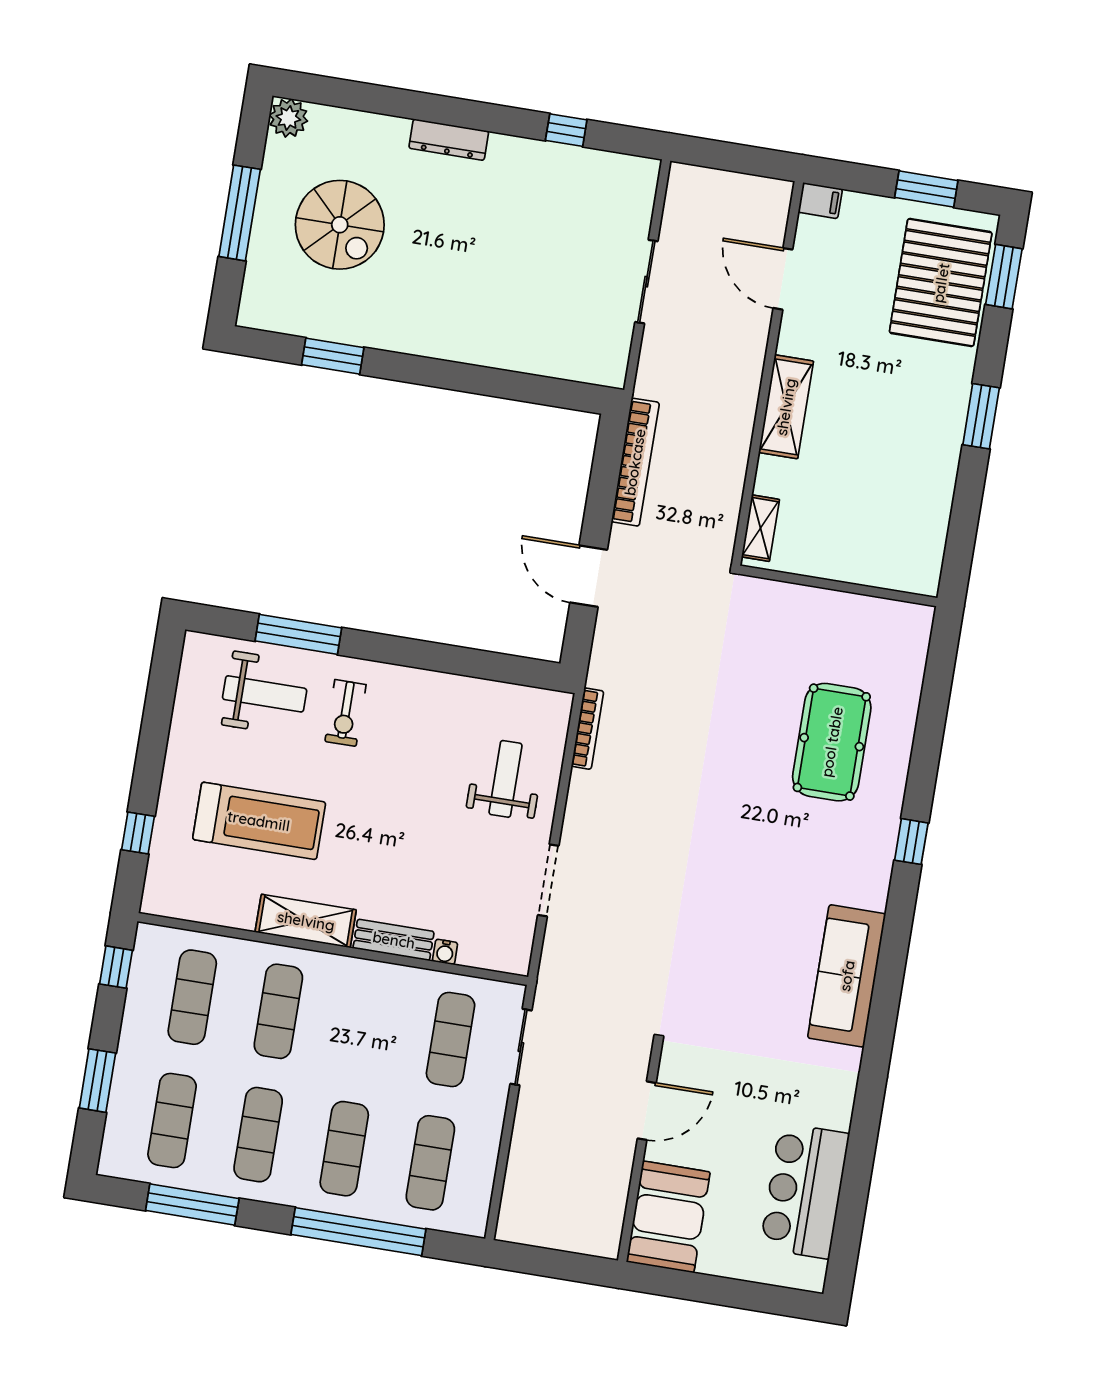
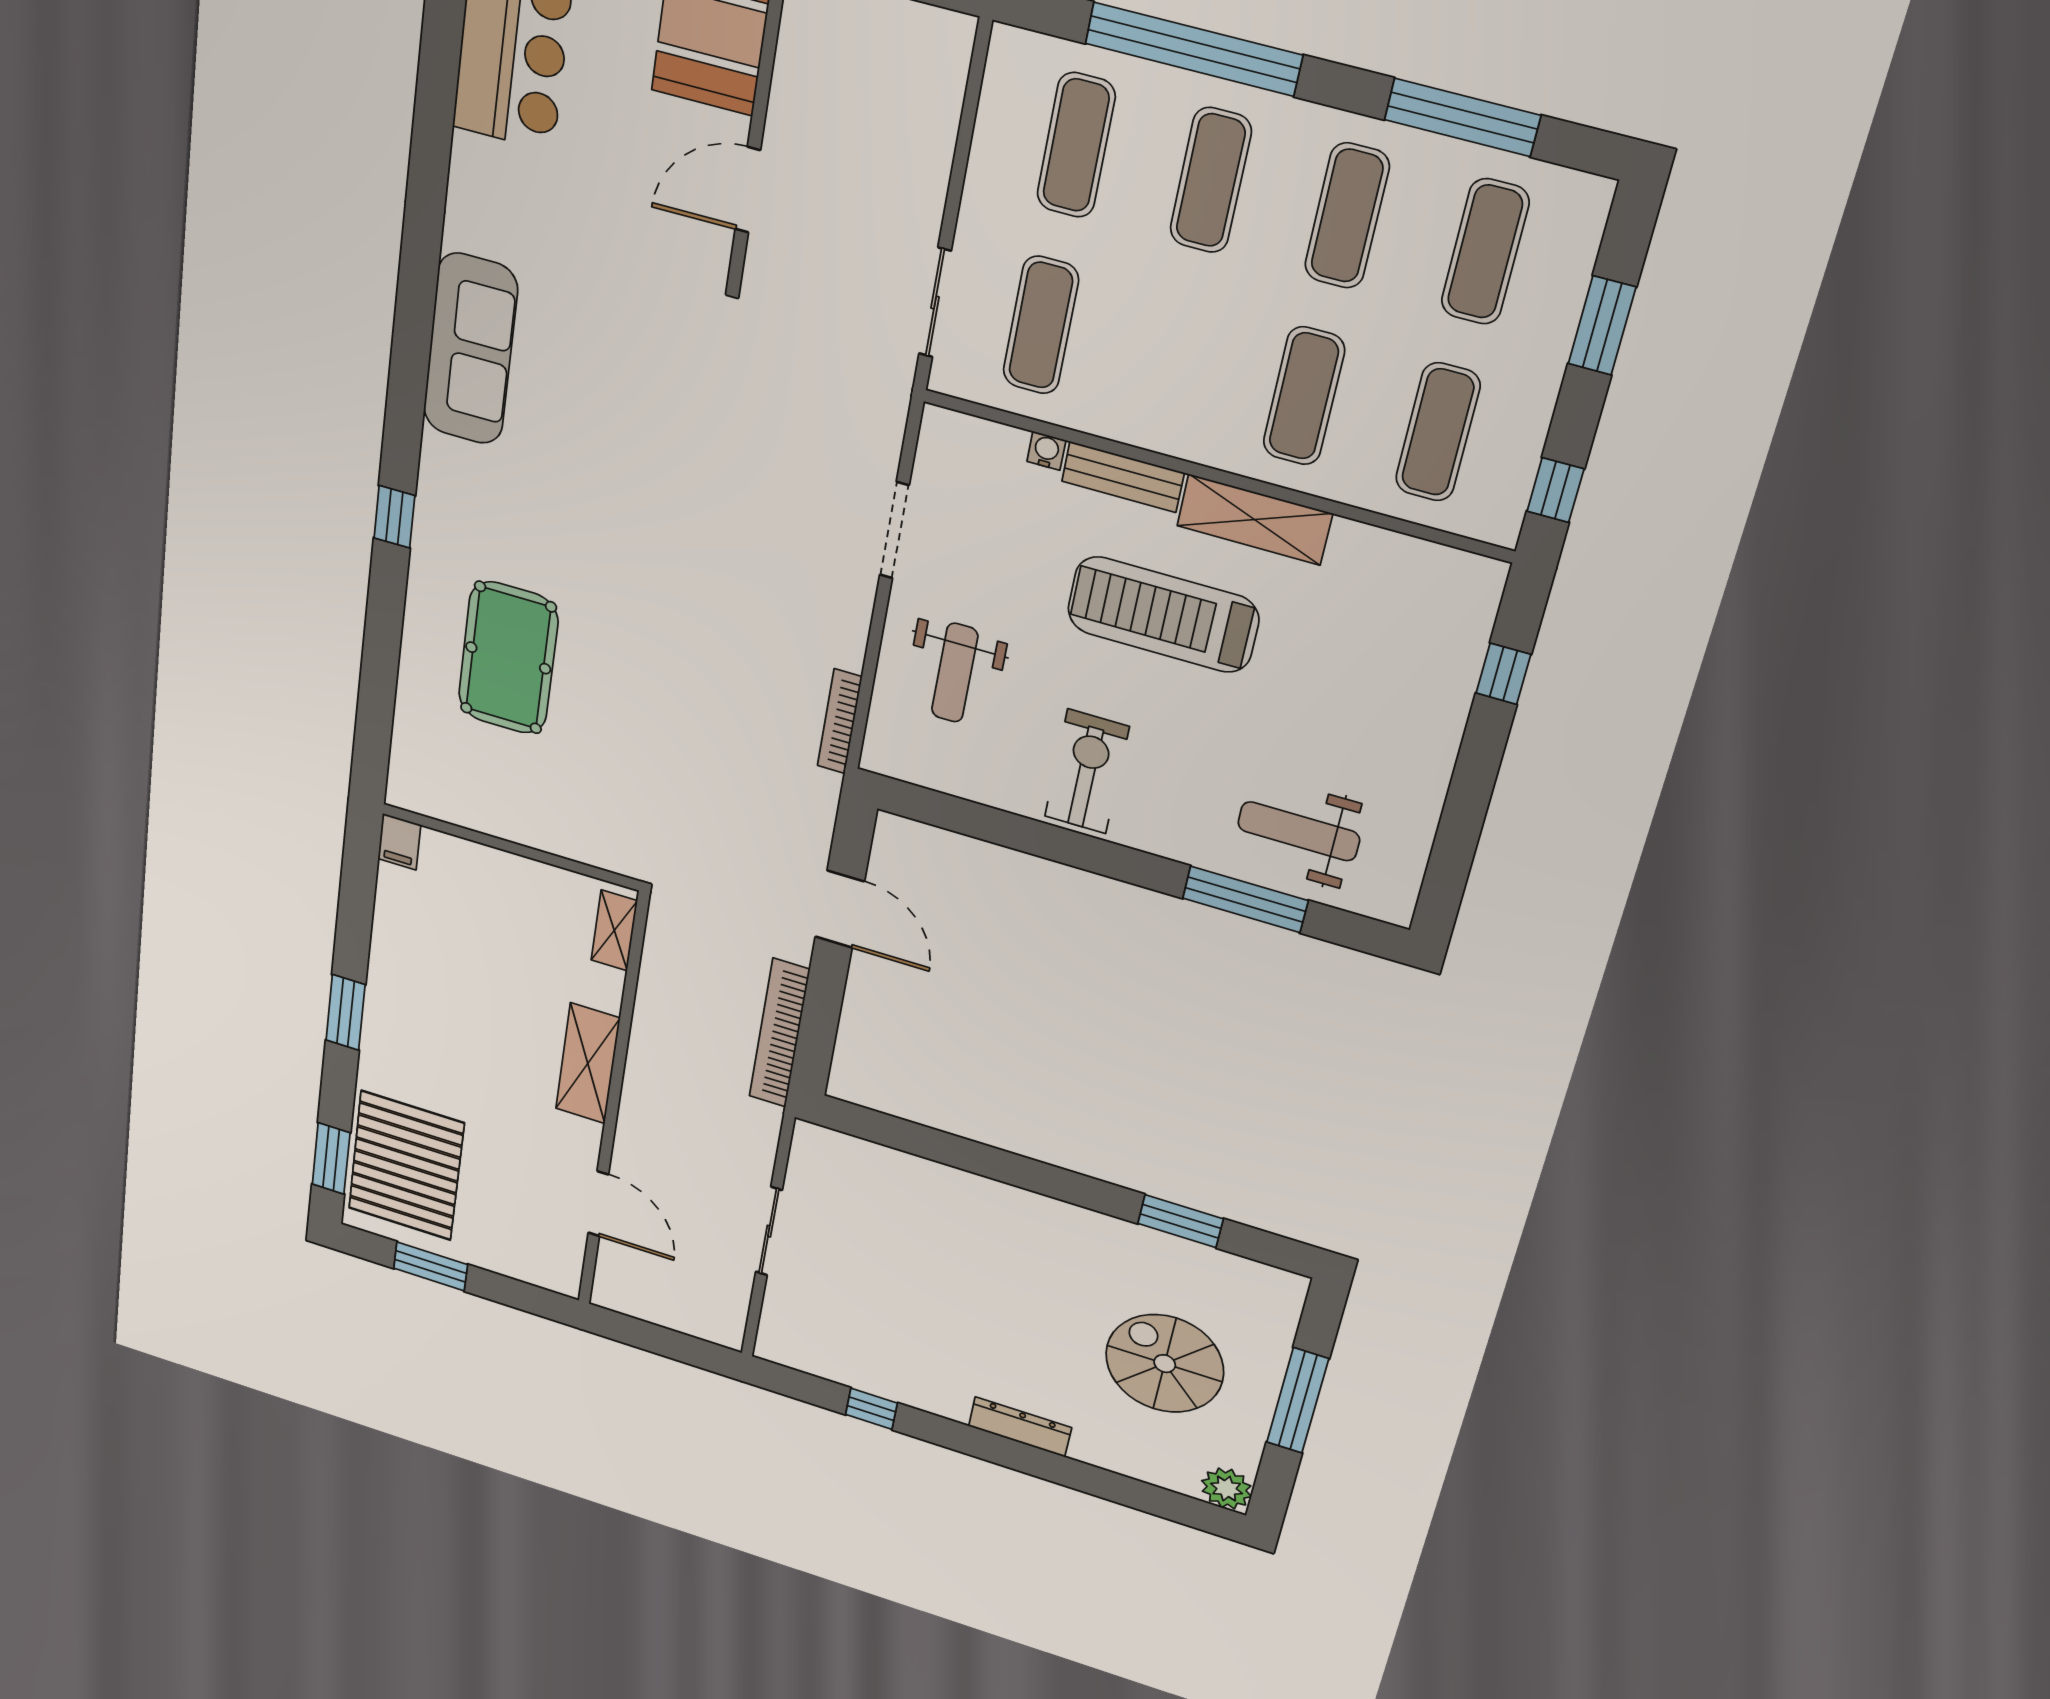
filing cabinet: (820, 201) -> (399, 842), moved, turned -90
exercise bike: (345, 713) -> (1087, 772), moved, width x1.38, depth x1.39
treadmill: (259, 821) -> (1163, 615), moved

